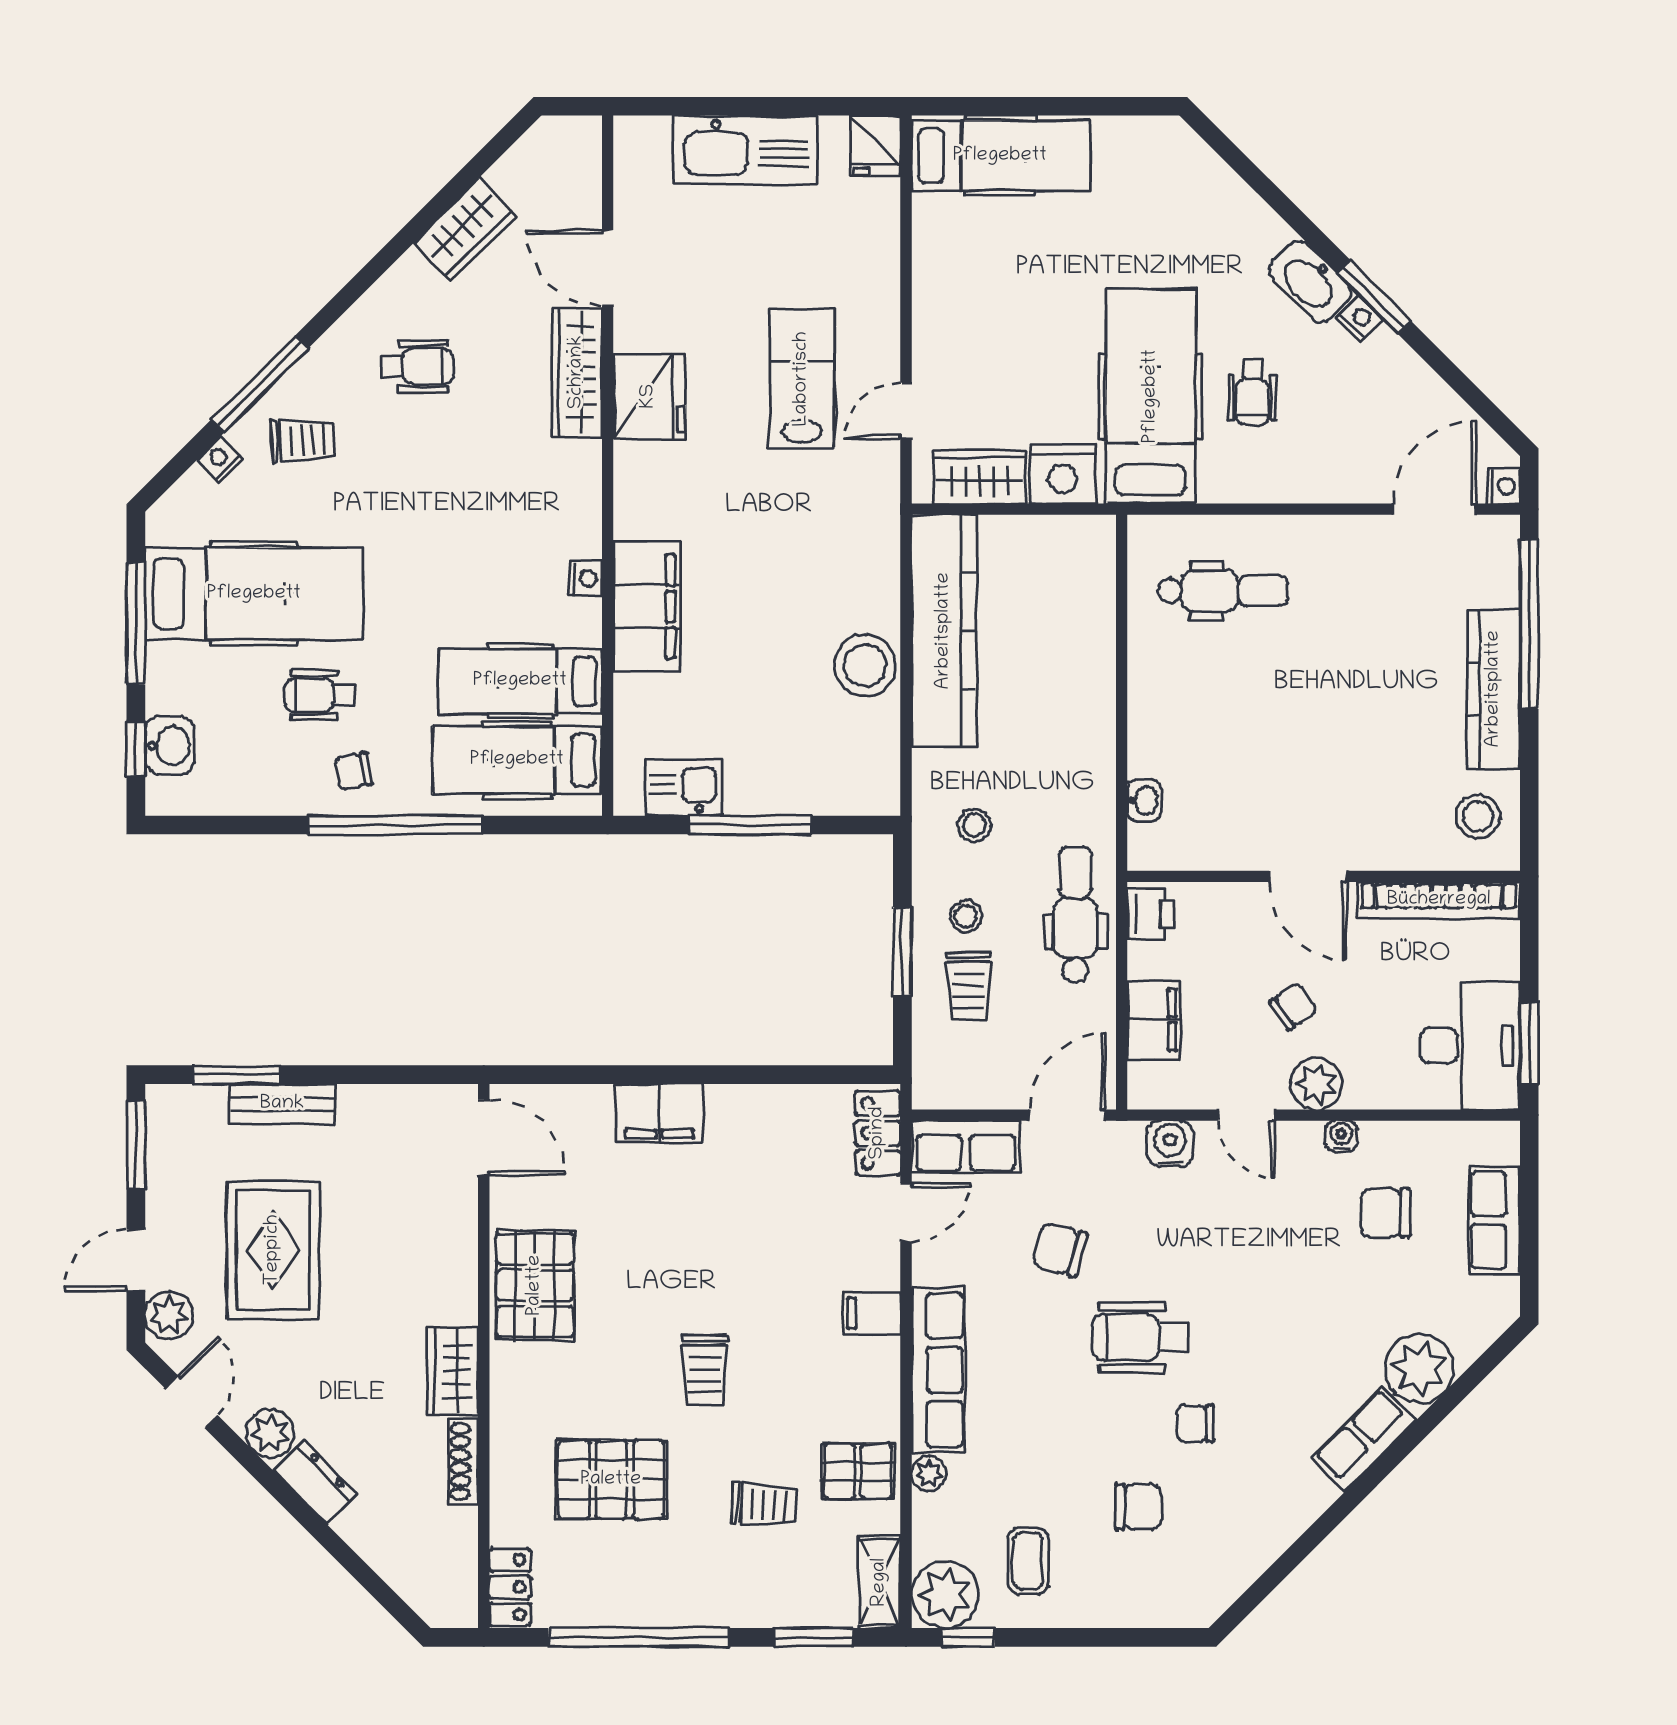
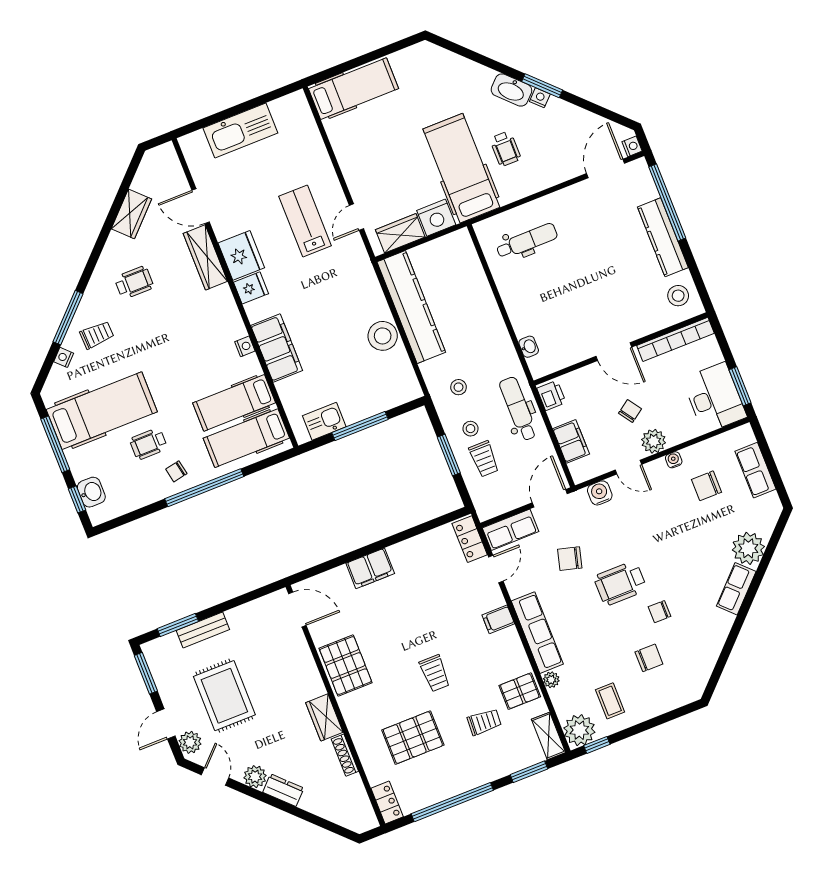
fridge: (875, 145) -> (251, 288), moved, turned -90

